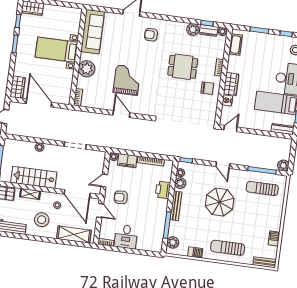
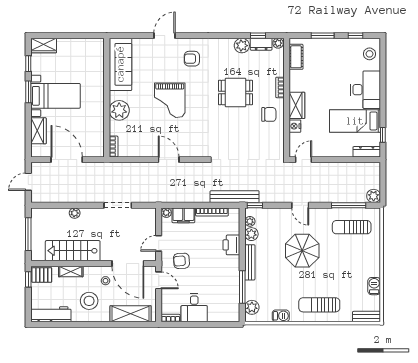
bed with nightstands: (57, 50) -> (55, 96), moved, turned 180
grand piano: (127, 80) -> (170, 100), moved, turned 180
wardrobe: (18, 87) -> (38, 131), moved
bench: (171, 151) -> (235, 197), added

